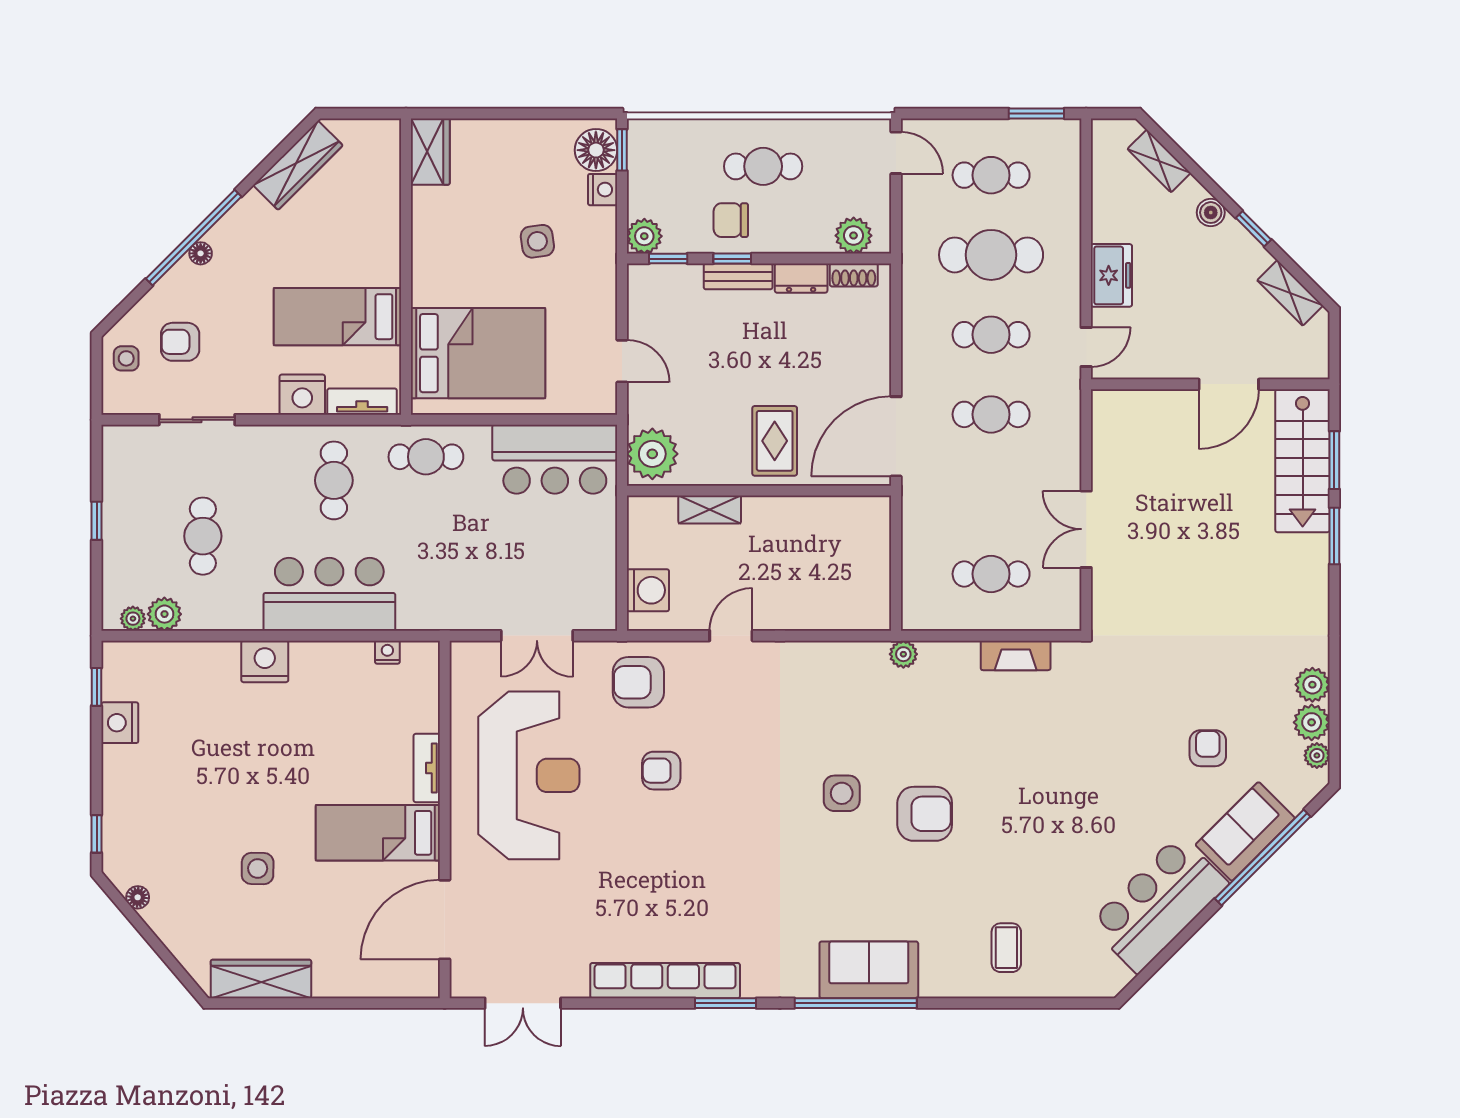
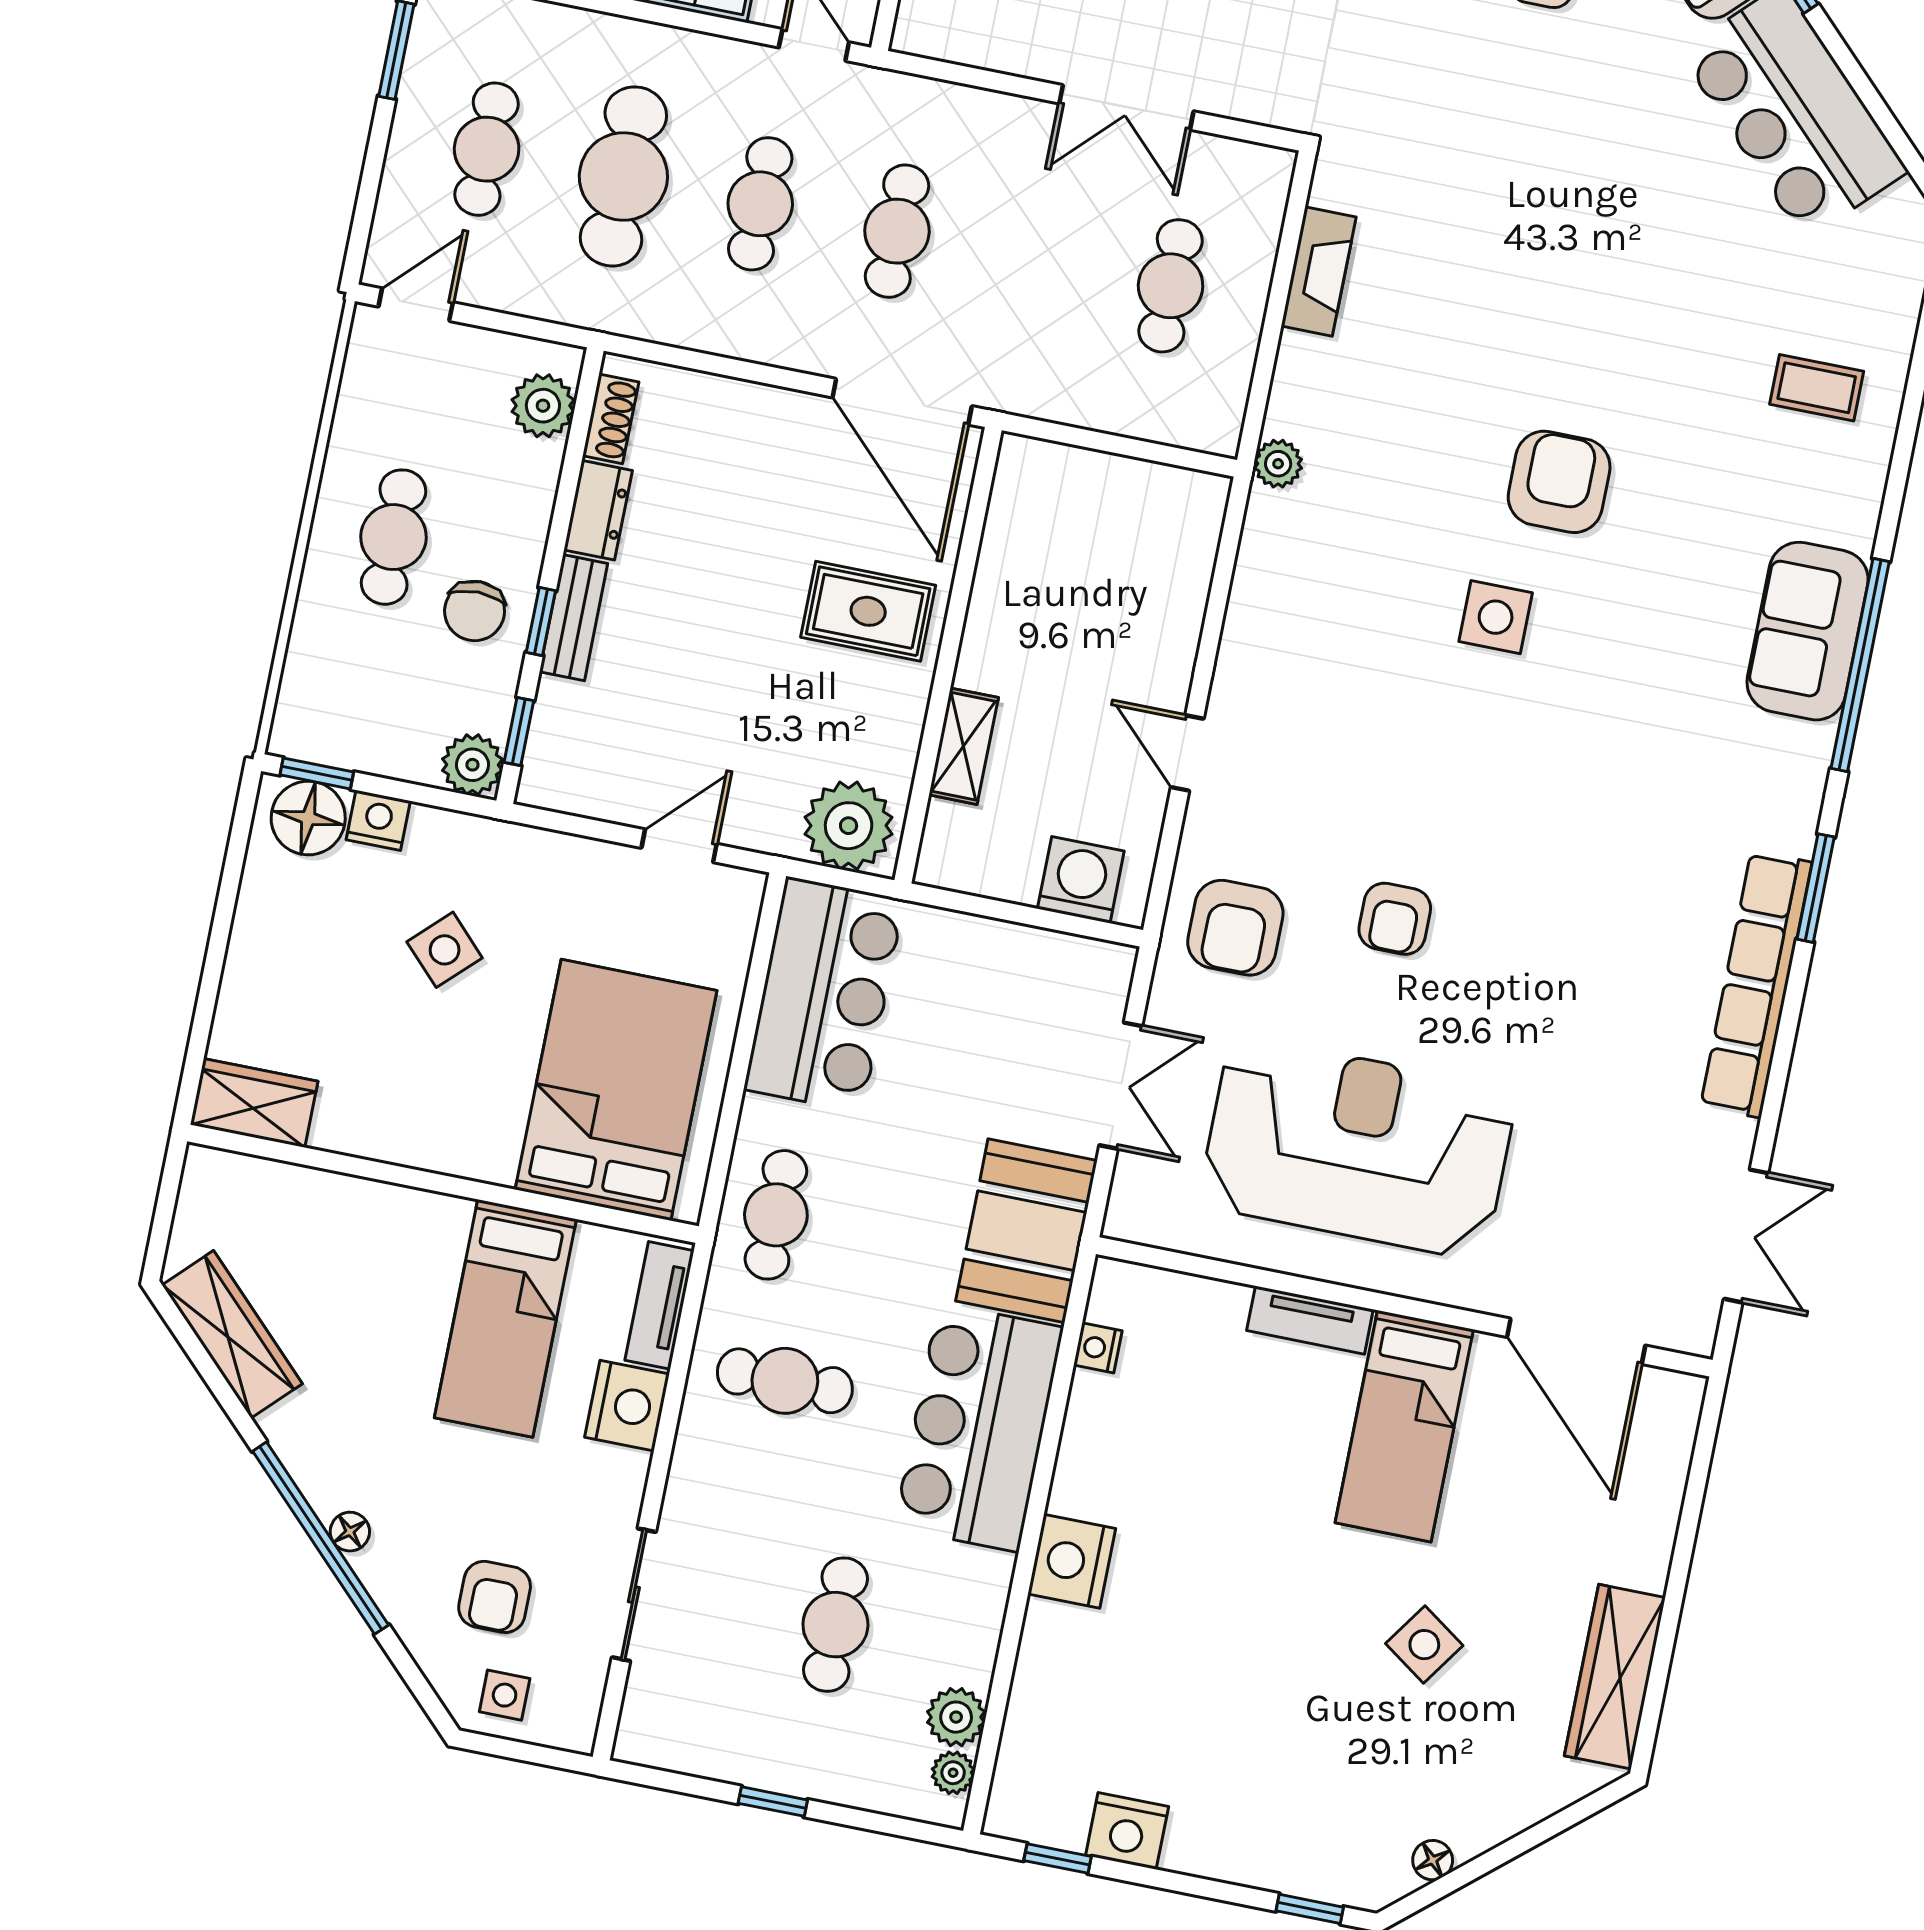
side table: (537, 241) -> (445, 950), turned -36
cafe table: (203, 536) -> (835, 1625), turned 90
booth: (445, 599) -> (1026, 1231), added
side table: (258, 868) -> (1424, 1645), turned 34

